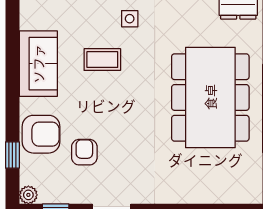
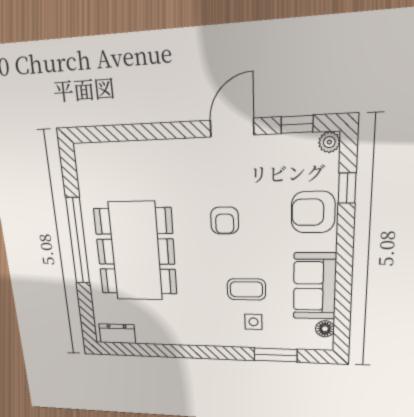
side table: (130, 19) -> (253, 322), moved
floor lamp: (28, 20) -> (325, 329), added
armchair: (84, 152) -> (225, 220), moved

